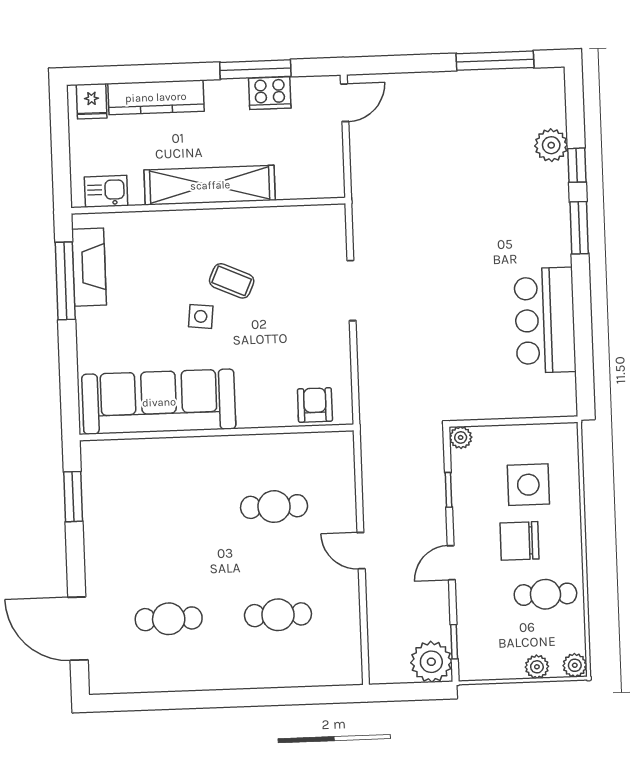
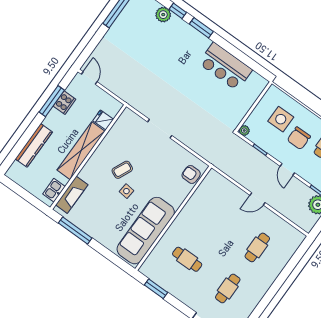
fridge: (92, 101) -> (103, 120), moved, turned 180
fireplace: (89, 267) -> (72, 195), moved, turned 90
cafe table: (274, 507) -> (187, 259), moved, turned 90

